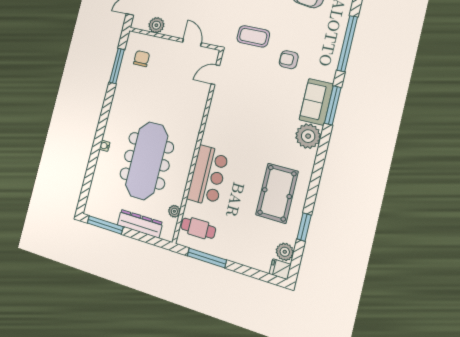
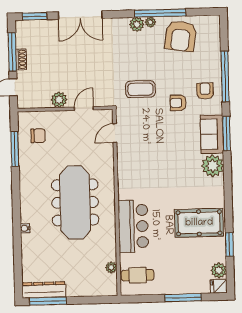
plant: (156, 25) -> (59, 100), moved
door: (192, 42) -> (84, 108), hinge flipped
armchair: (321, 54) -> (205, 91), added
chair: (142, 59) -> (38, 136), turned 90
meeting table: (147, 161) -> (75, 202), moved
pool table: (277, 193) -> (199, 223), turned 90
dresser: (140, 224) -> (44, 290), moved
window: (207, 258) -> (183, 298), moved

